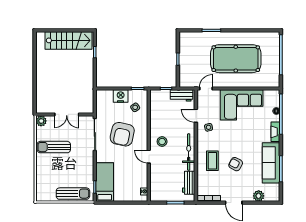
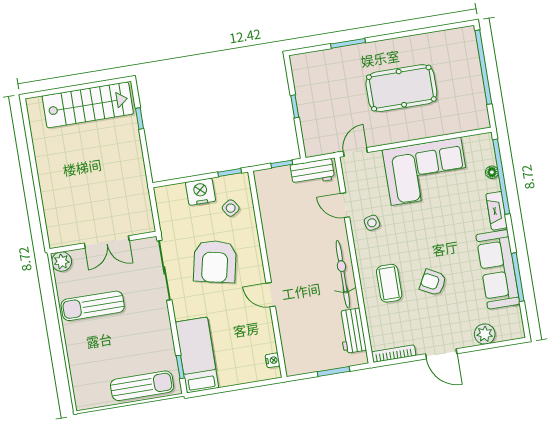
pool table: (236, 59) -> (401, 88), width x0.73, depth x0.76
stool: (162, 142) -> (291, 263), removed

